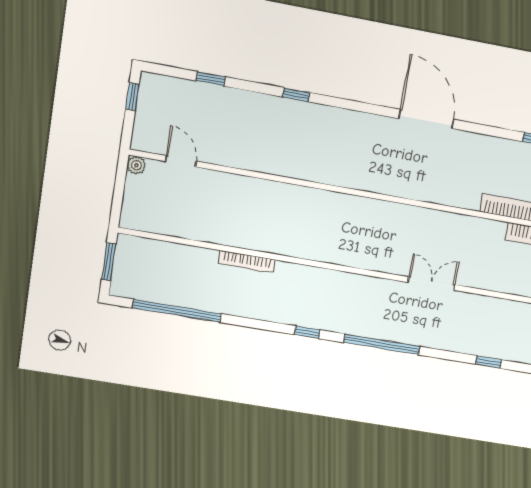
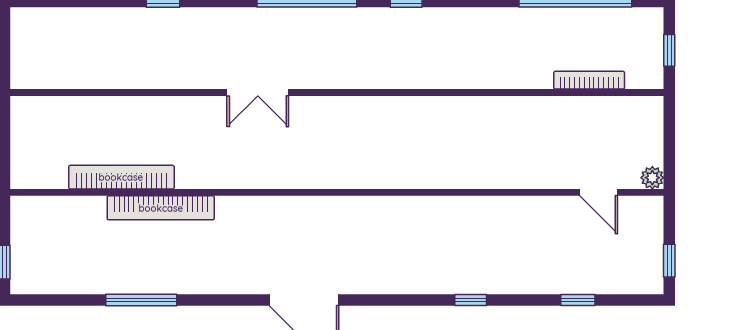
window: (109, 262) -> (669, 50), width x0.67
bookcase: (247, 262) -> (589, 80), moved

